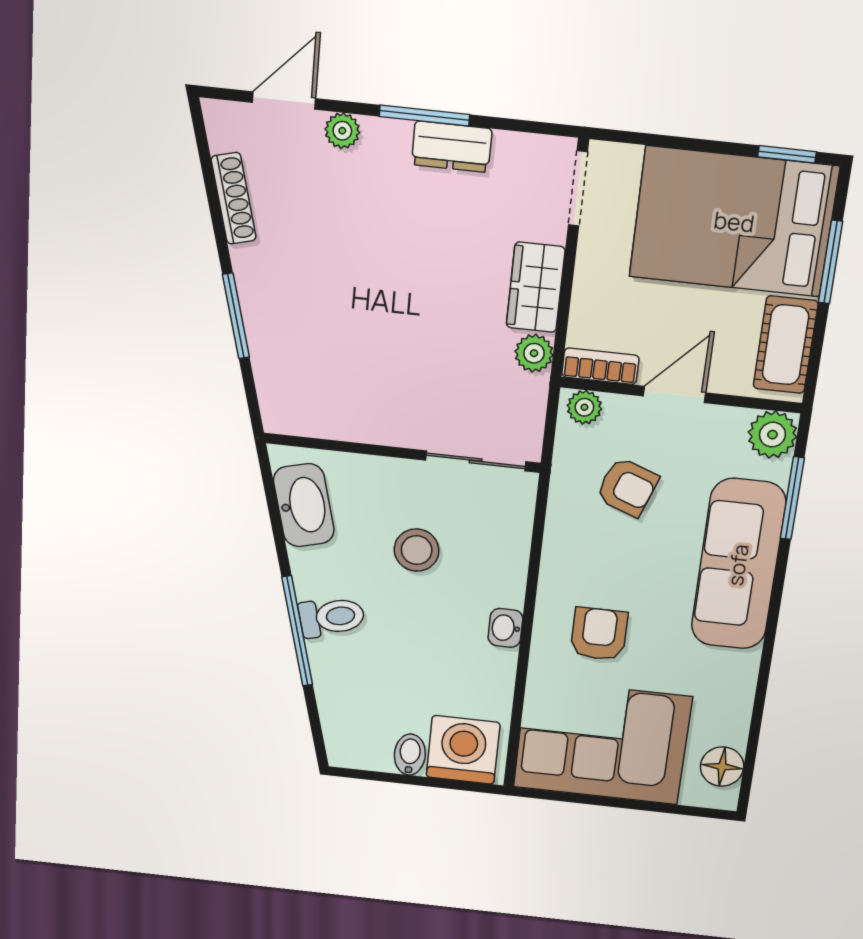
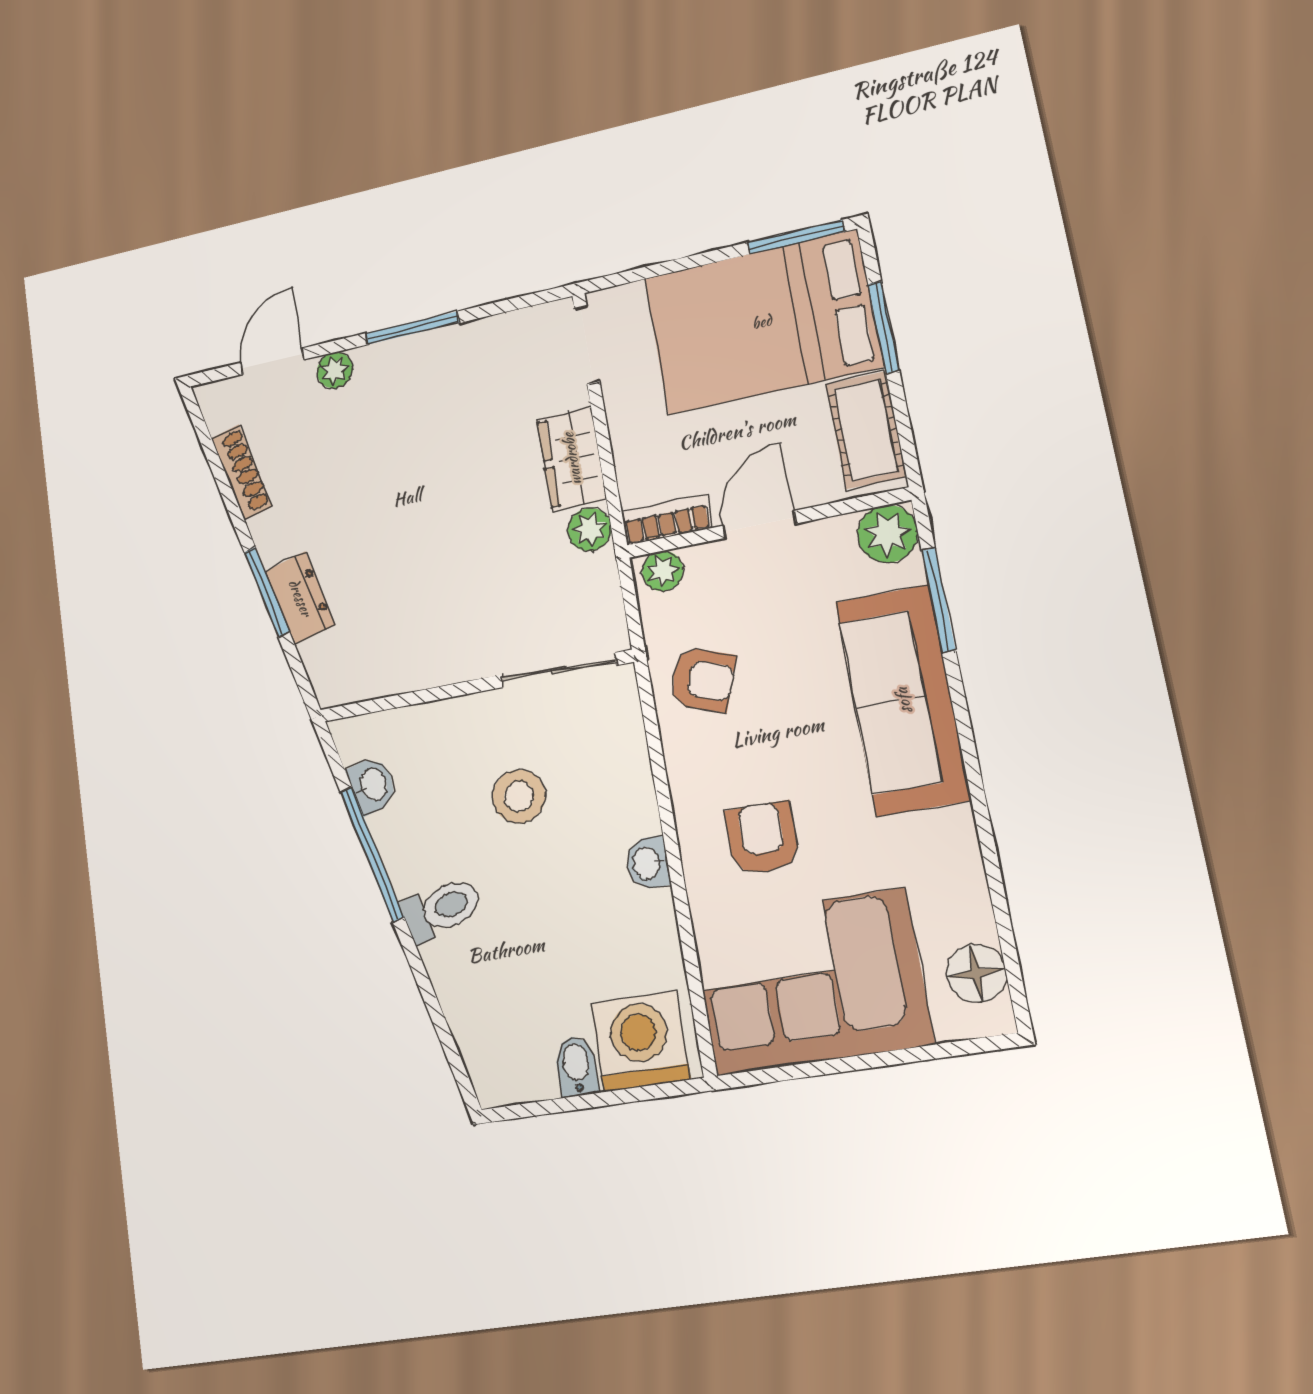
dresser: (452, 147) -> (300, 598), moved, turned -104
window: (787, 154) -> (796, 237), width x1.50
armchair: (627, 487) -> (703, 680), moved
washbasin: (304, 505) -> (372, 785), width x0.52, depth x0.69
window: (297, 631) -> (372, 854), moved

